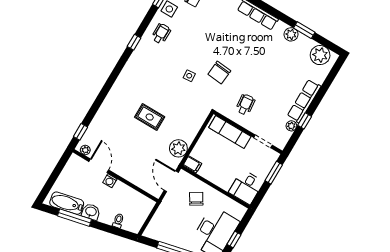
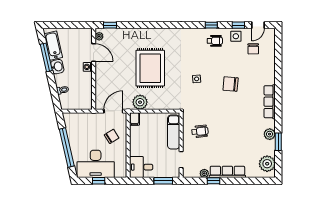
window: (134, 42) -> (211, 25), moved
chair: (219, 72) -> (231, 84), moved
rug: (150, 117) -> (150, 68), width x1.86, depth x2.06
door: (99, 166) -> (94, 53), hinge flipped

